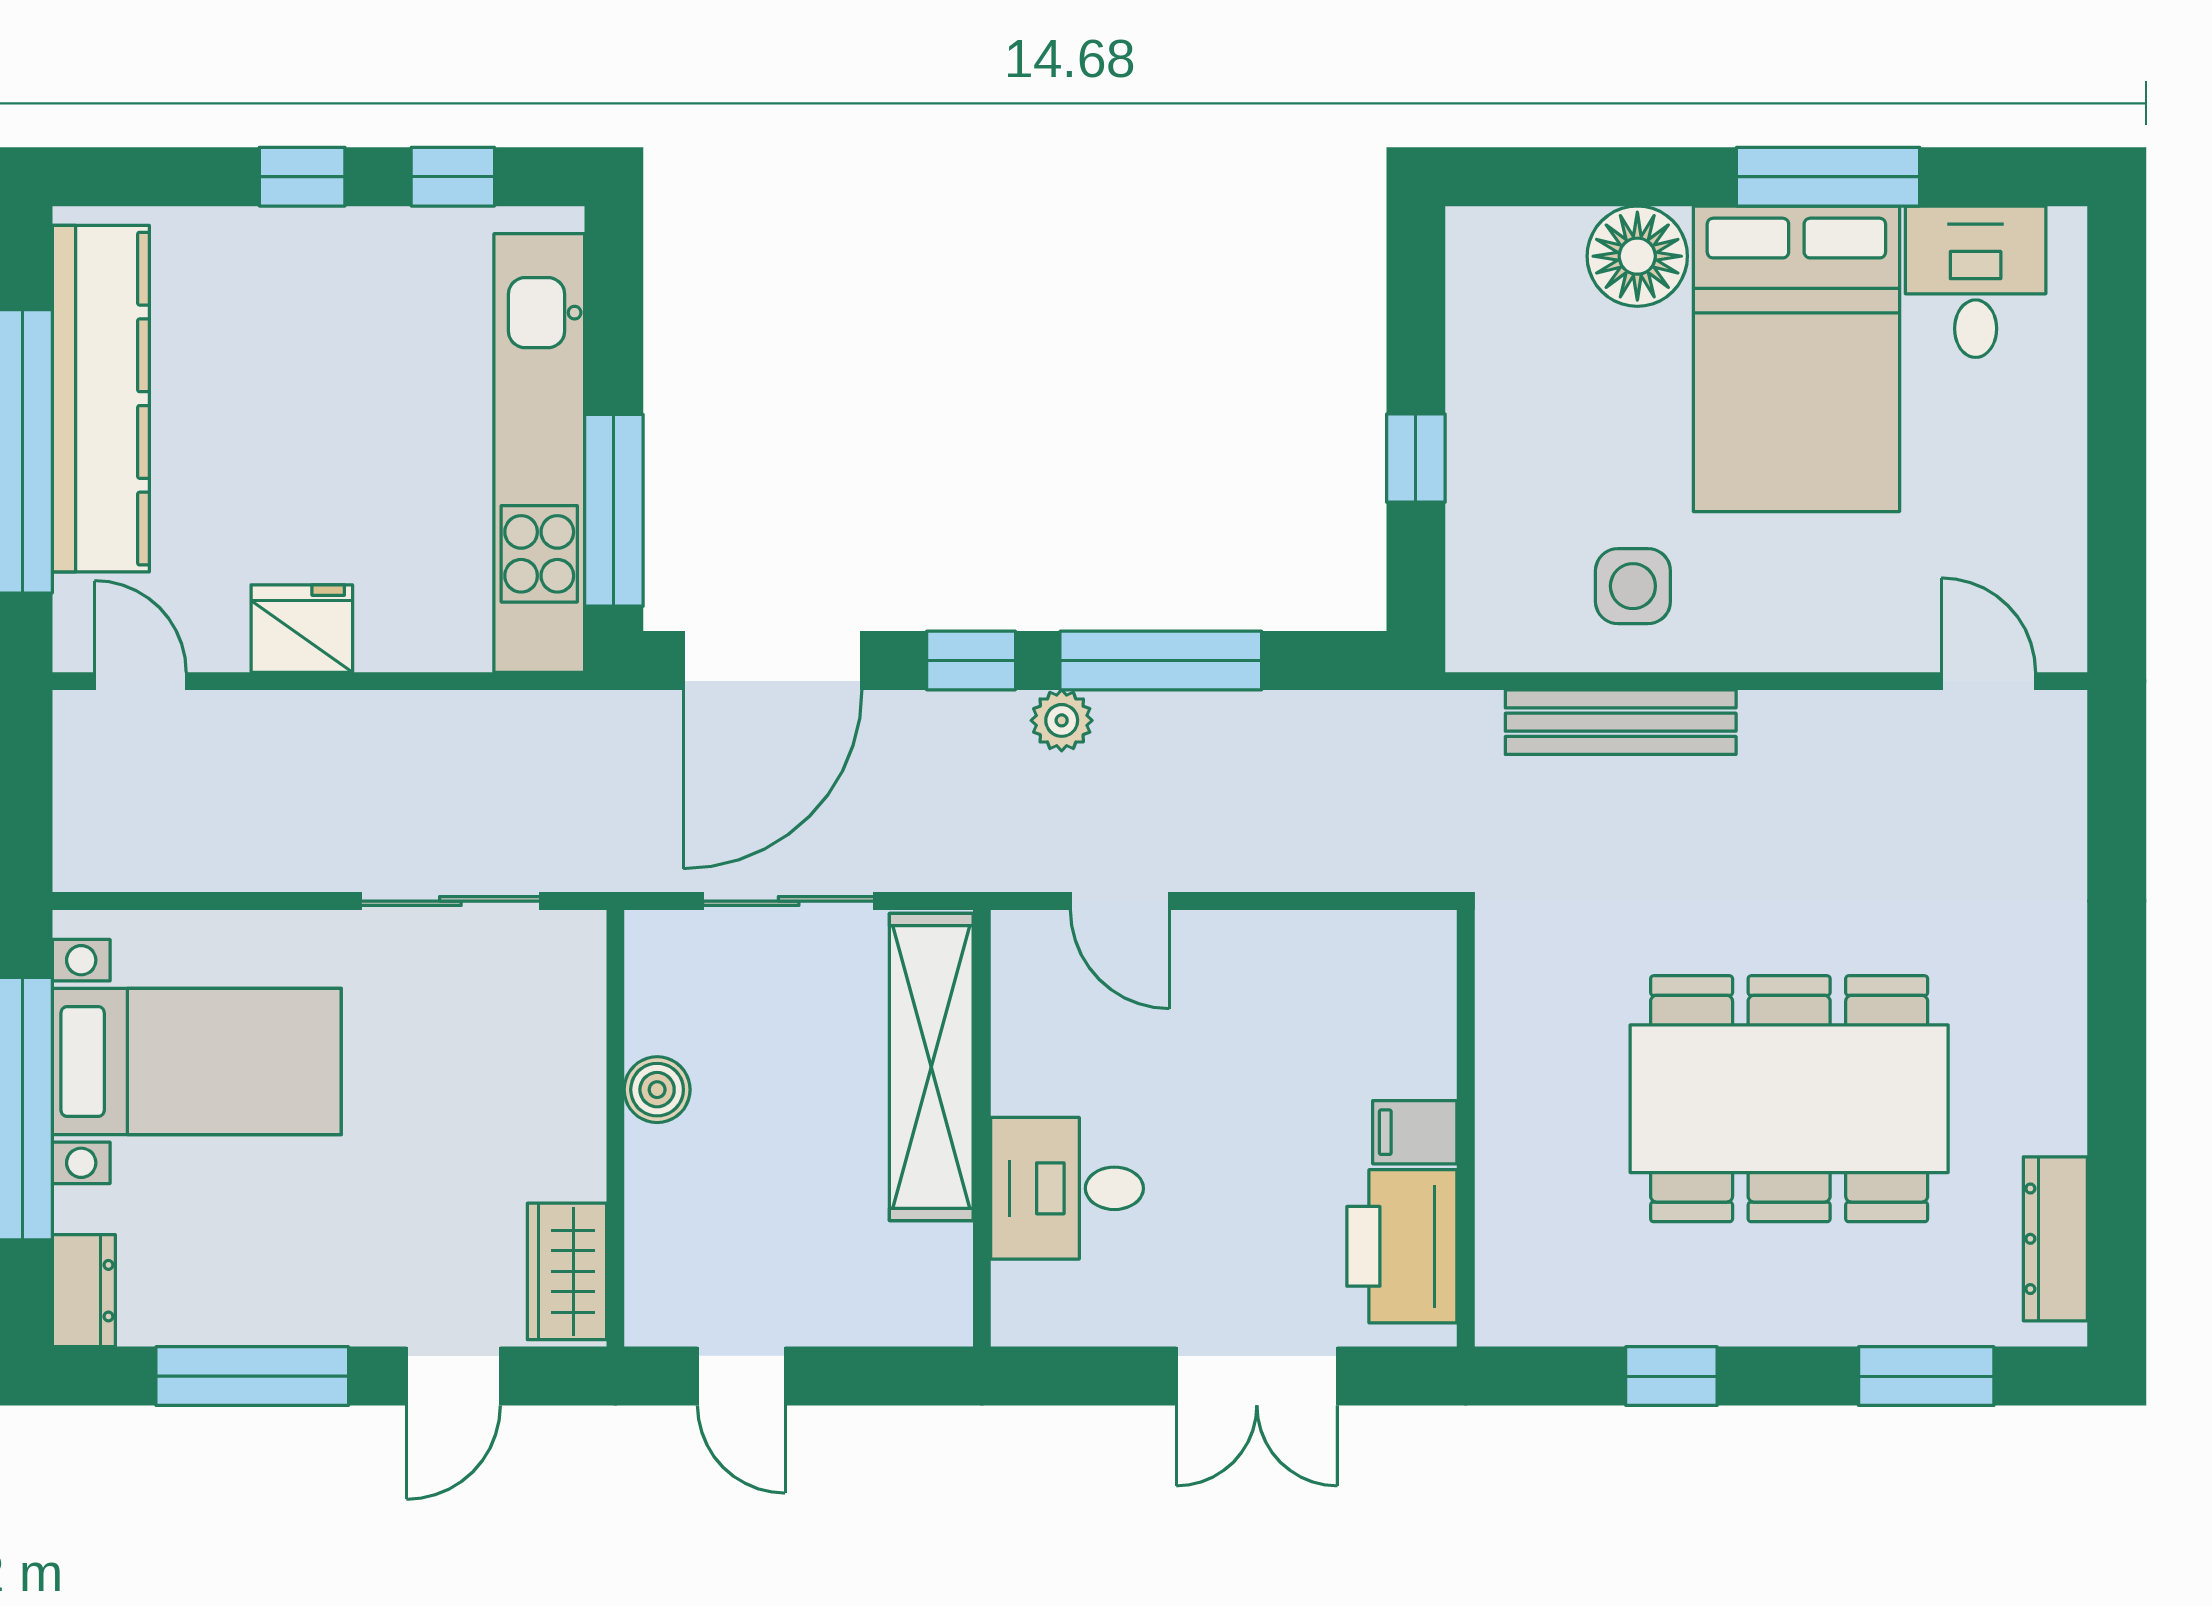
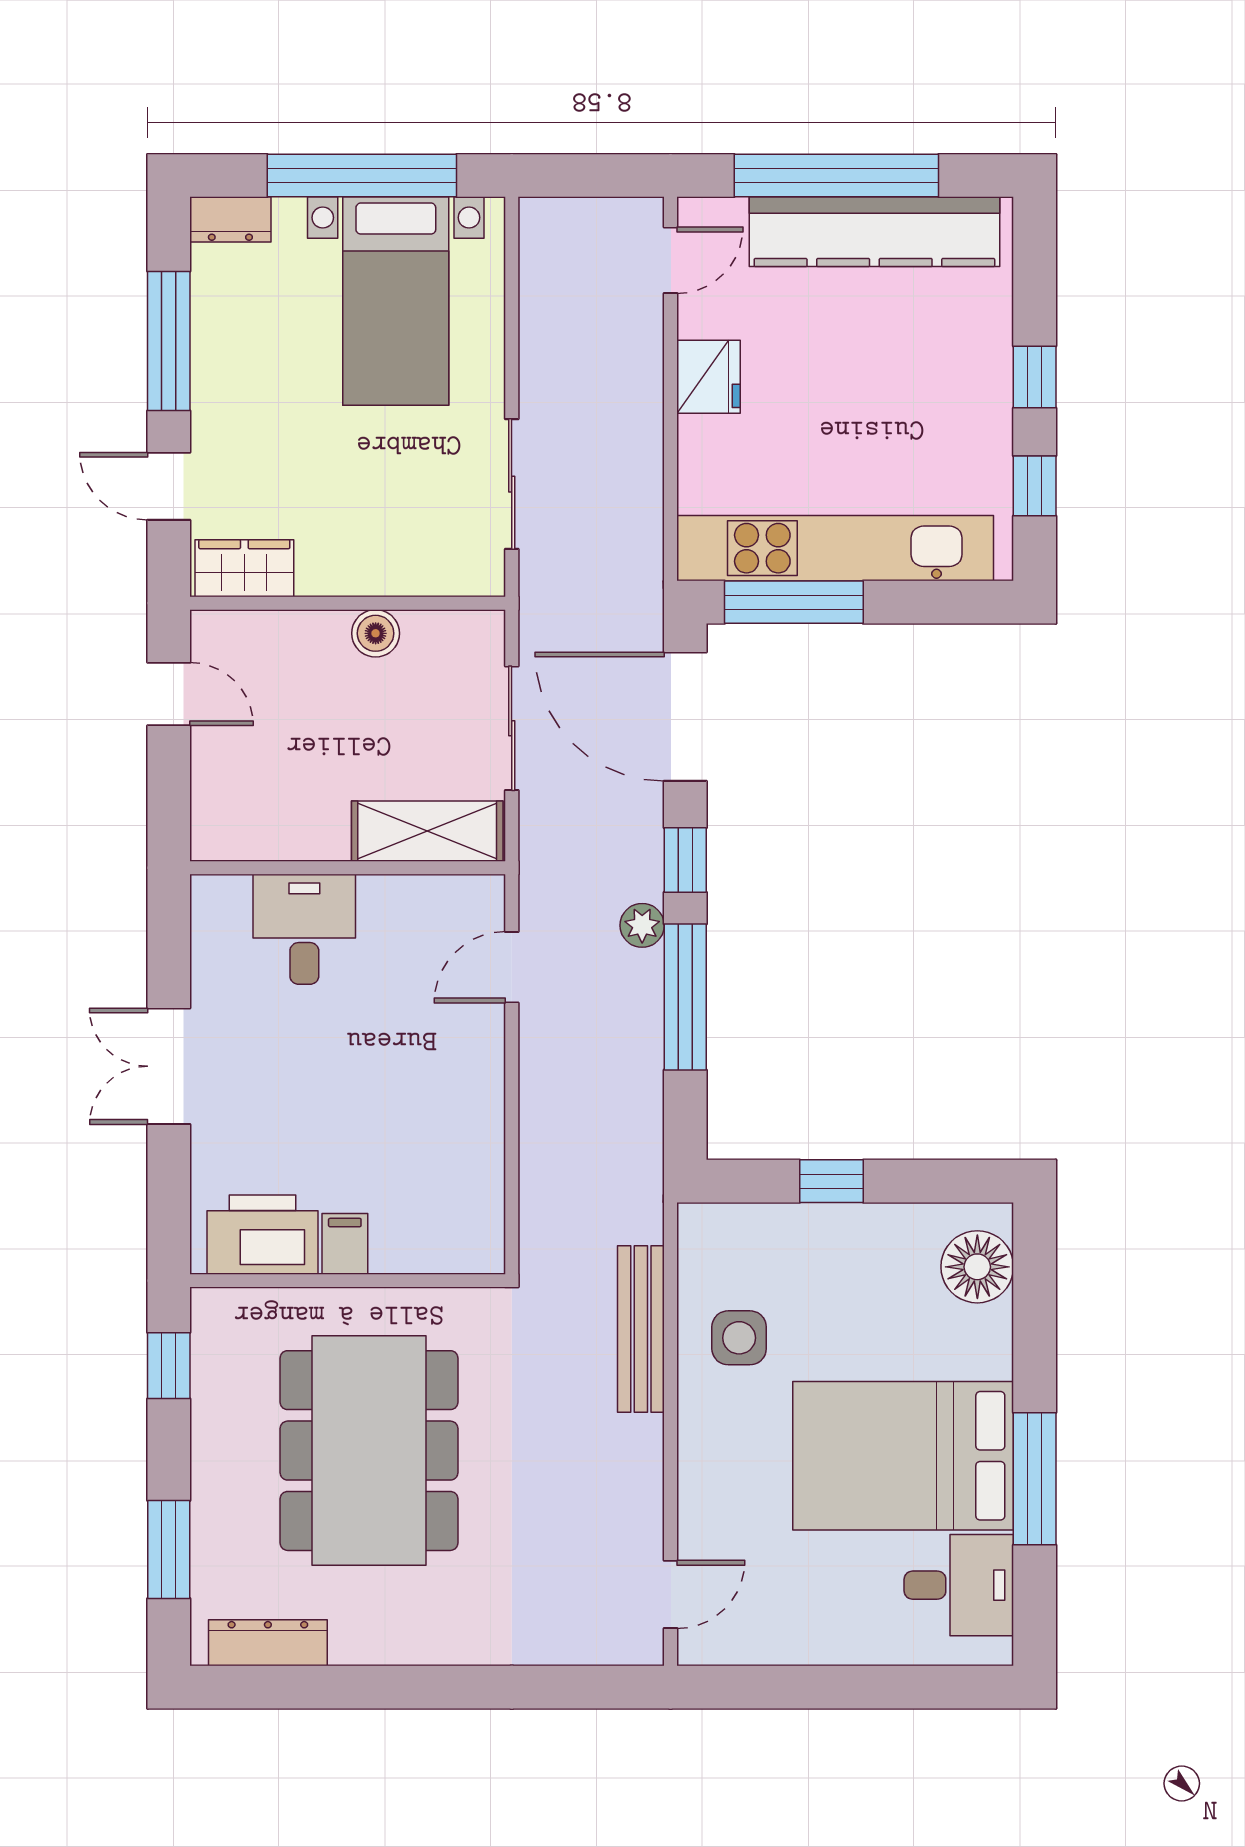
floor lamp: (1637, 256) -> (977, 1267), moved
shelving: (931, 1067) -> (427, 831), width x0.68
wall: (1466, 1128) -> (348, 1281), moved
filing cabinet: (1415, 1132) -> (345, 1244), moved
printer: (1402, 1246) -> (262, 1235), moved
door: (741, 1376) -> (169, 694), swing flipped

